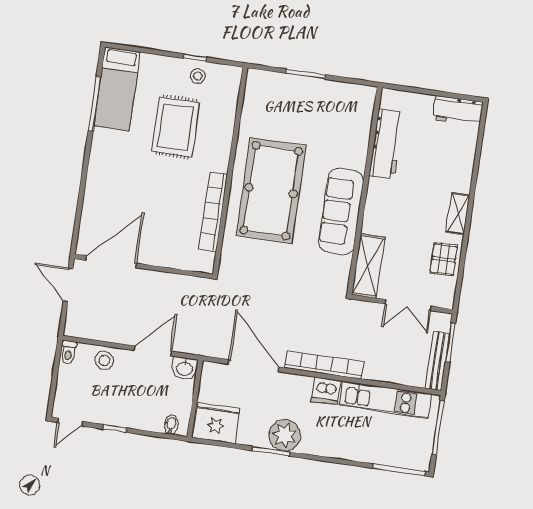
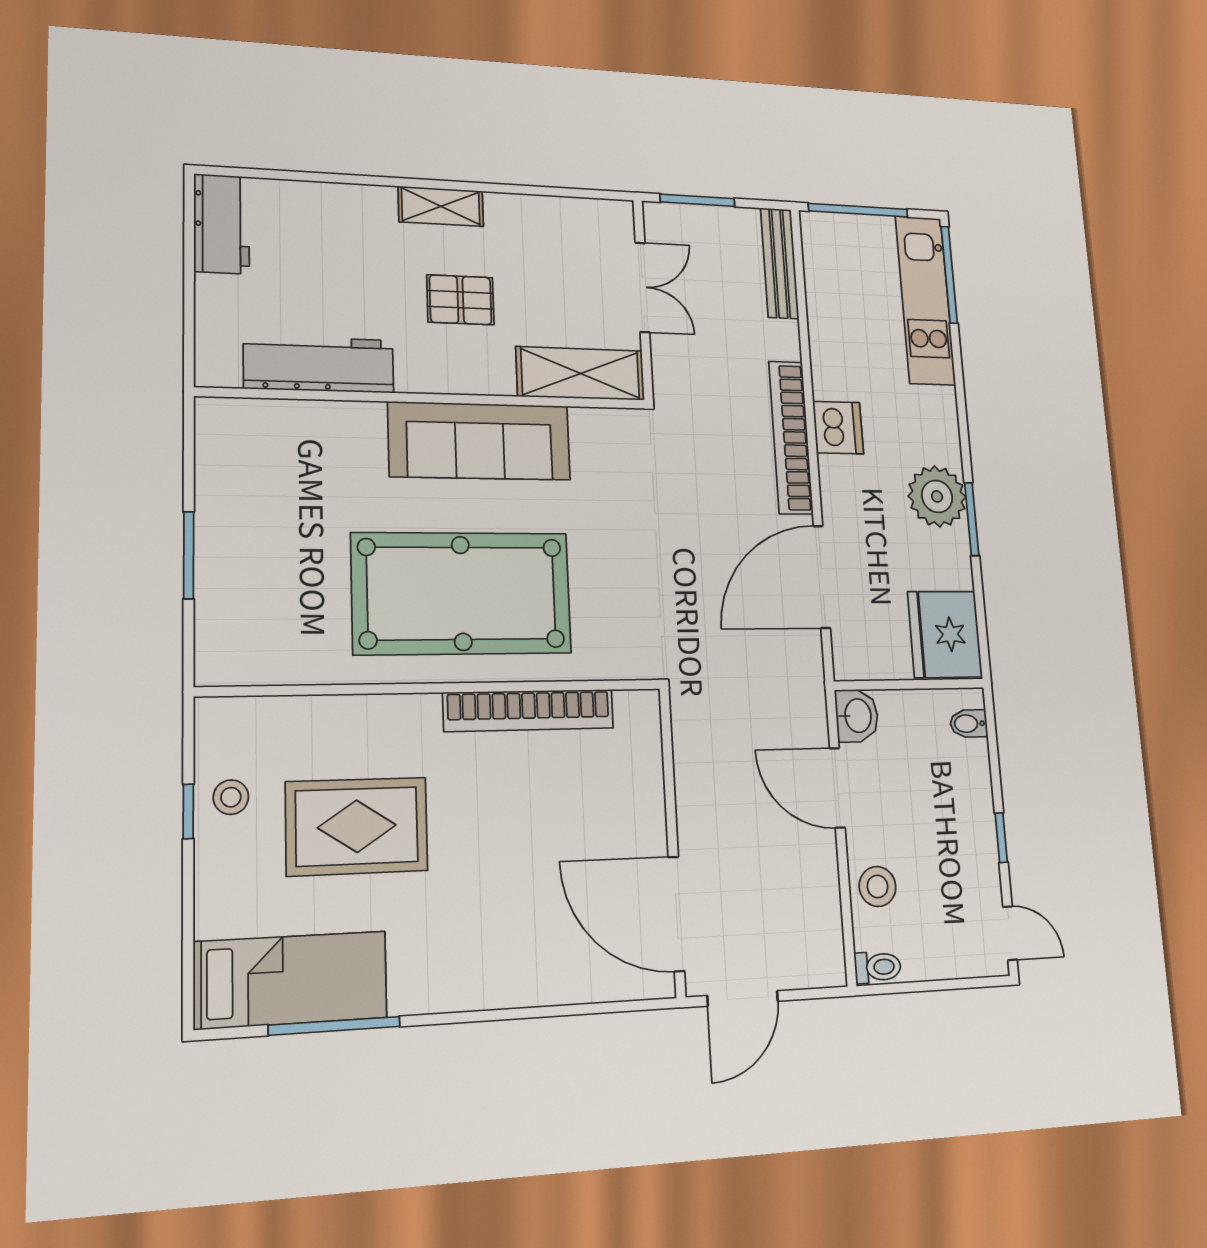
pallet: (444, 259) -> (460, 300), moved
bench: (437, 361) -> (780, 263), moved, turned 90
kitchen unit: (385, 400) -> (925, 300), moved, turned 180

